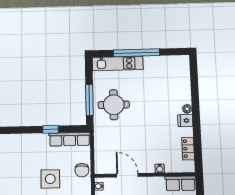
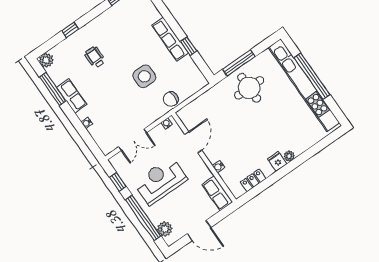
kitchen unit: (118, 63) -> (304, 85), width x1.86
row of seats: (70, 139) -> (170, 39), moved

